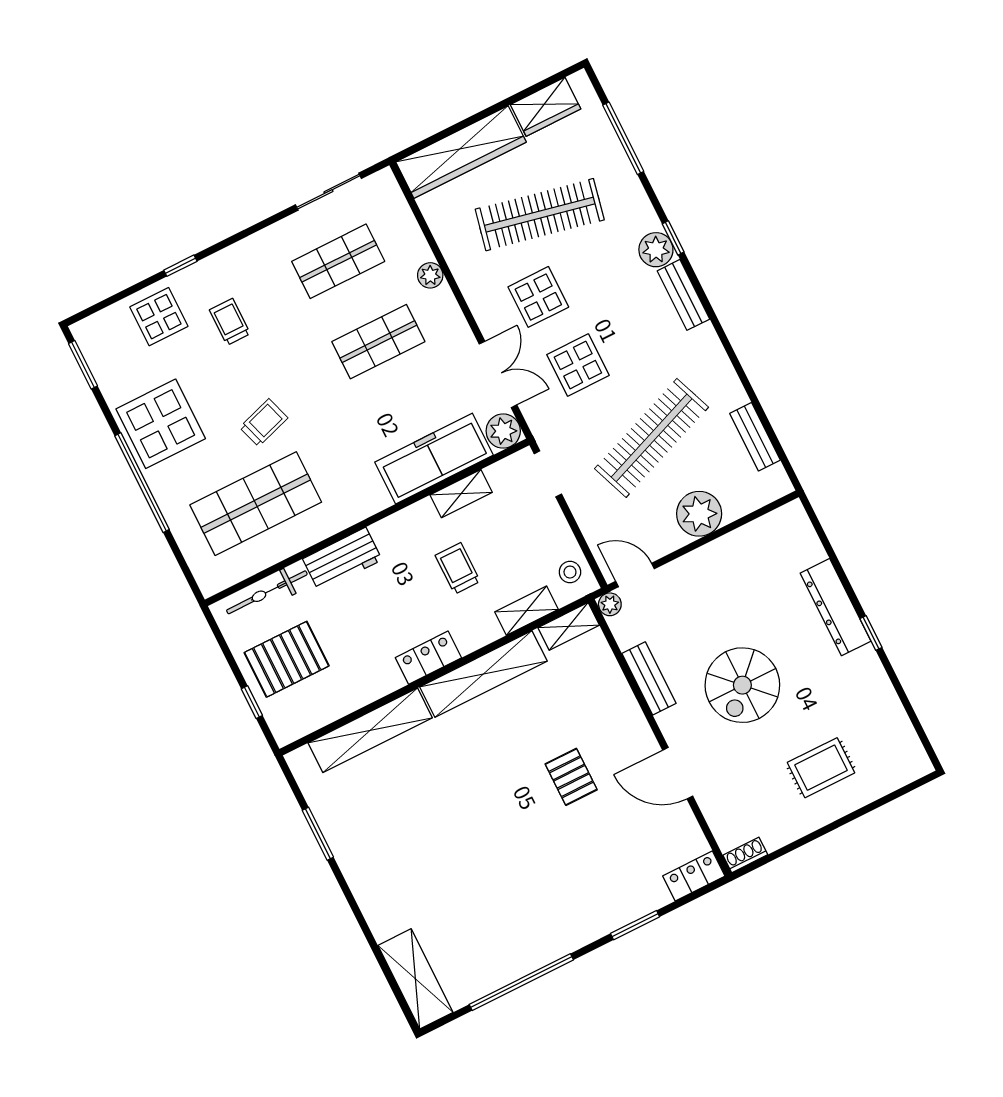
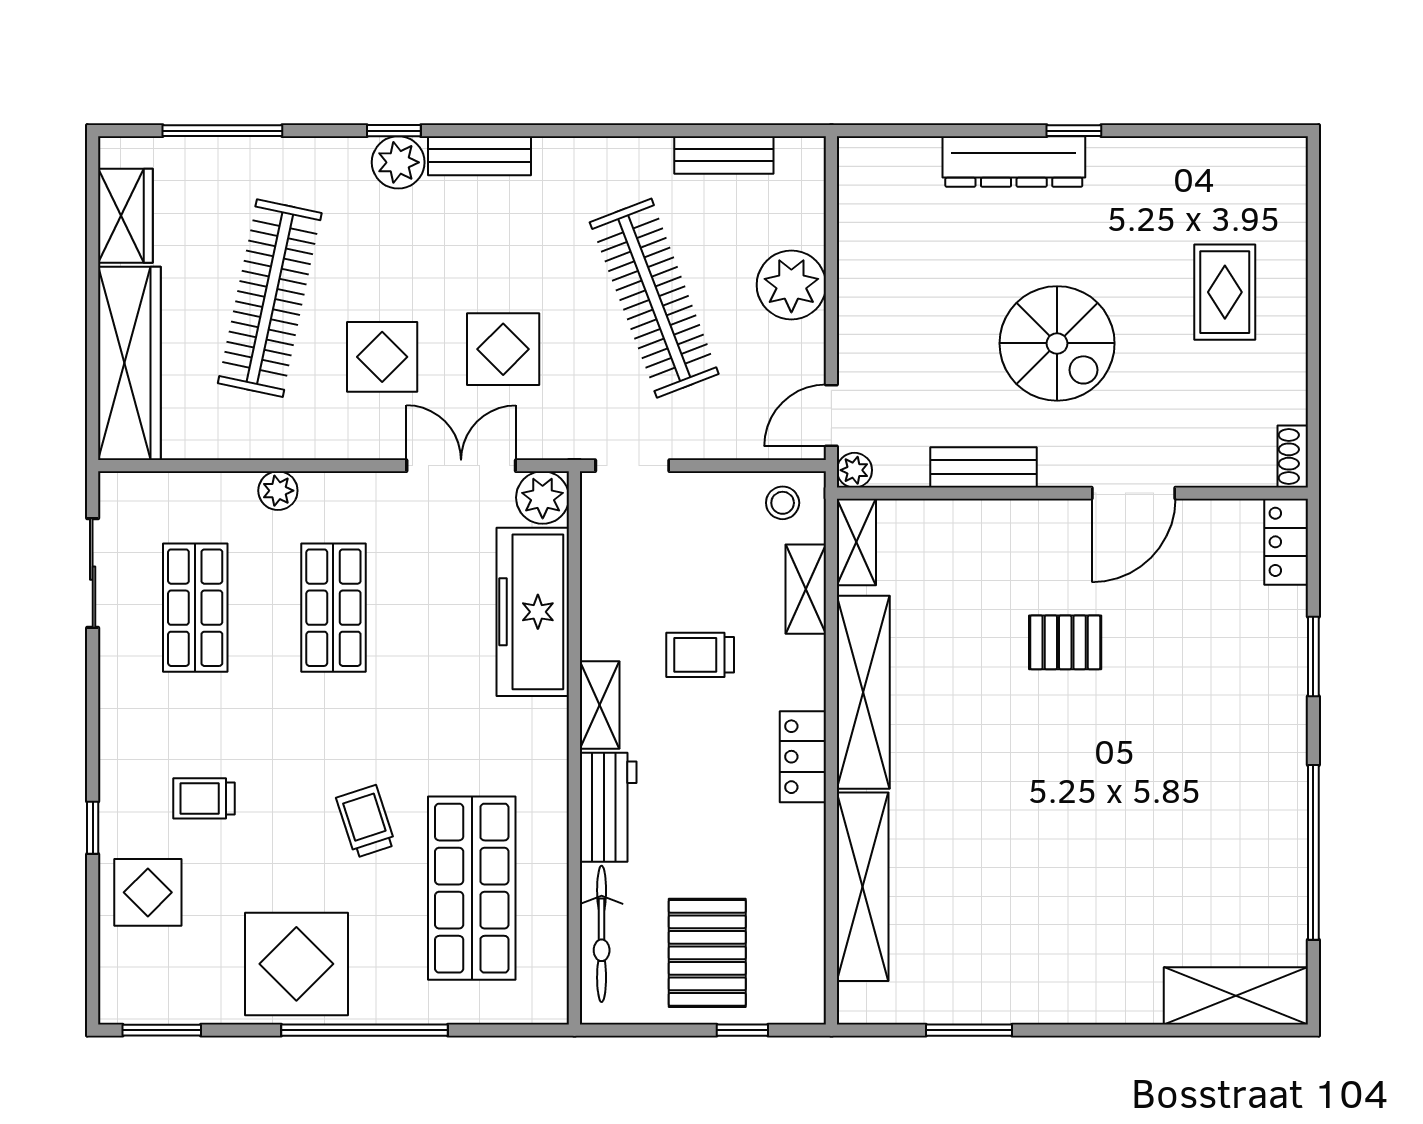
shelving: (461, 494) -> (600, 705), moved

